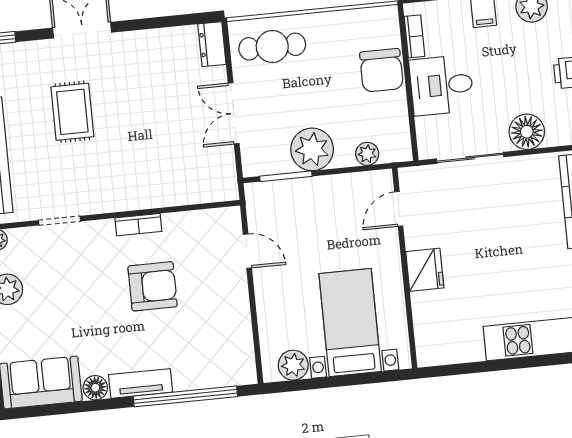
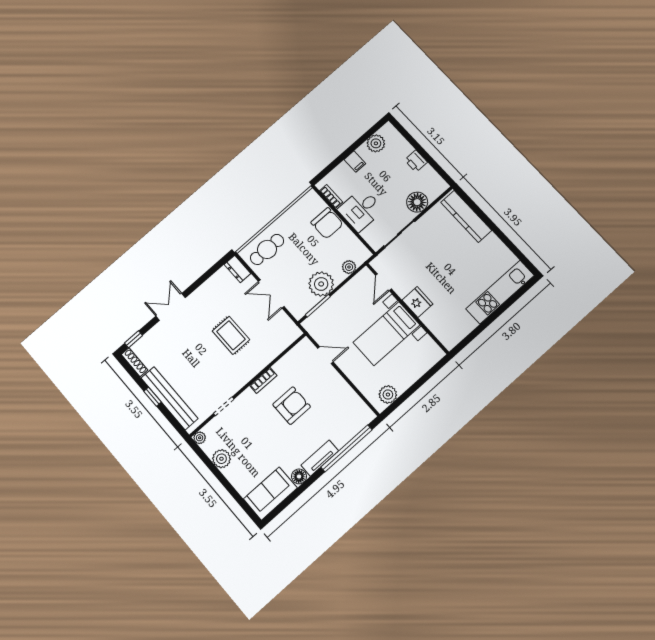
rug: (72, 112) -> (231, 335), moved
bed with nightstands: (350, 322) -> (386, 334), moved, turned -90

